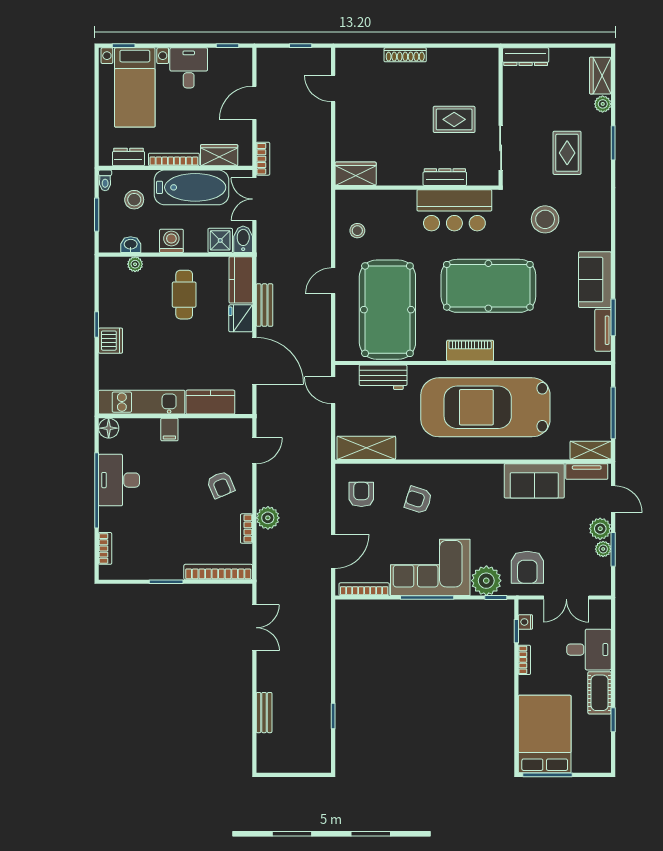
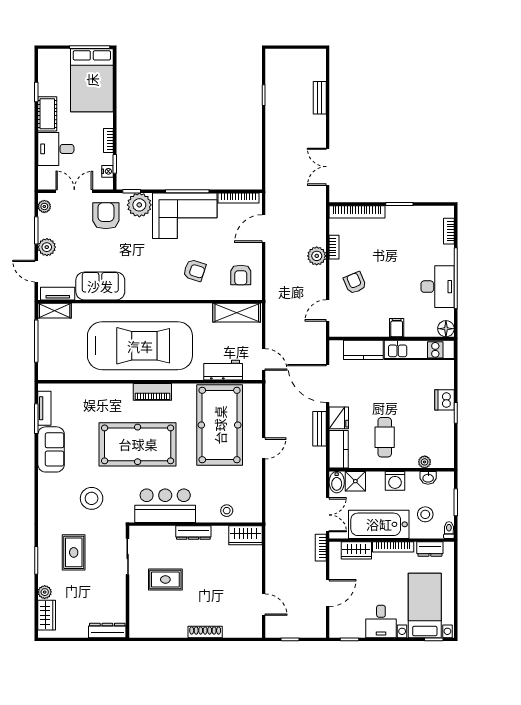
dresser: (445, 177) -> (193, 533), moved
stool: (357, 231) -> (227, 511), moved
plant: (603, 549) -> (44, 206), moved

